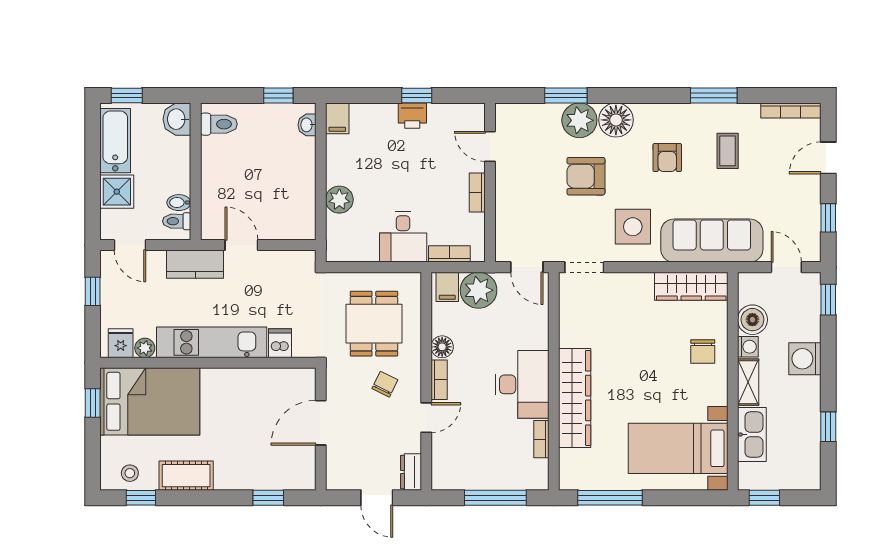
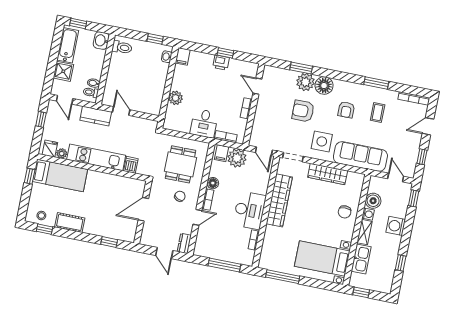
wardrobe: (691, 286) -> (328, 174), moved
wardrobe: (575, 398) -> (279, 200), moved
bed: (150, 401) -> (60, 175), width x0.67

